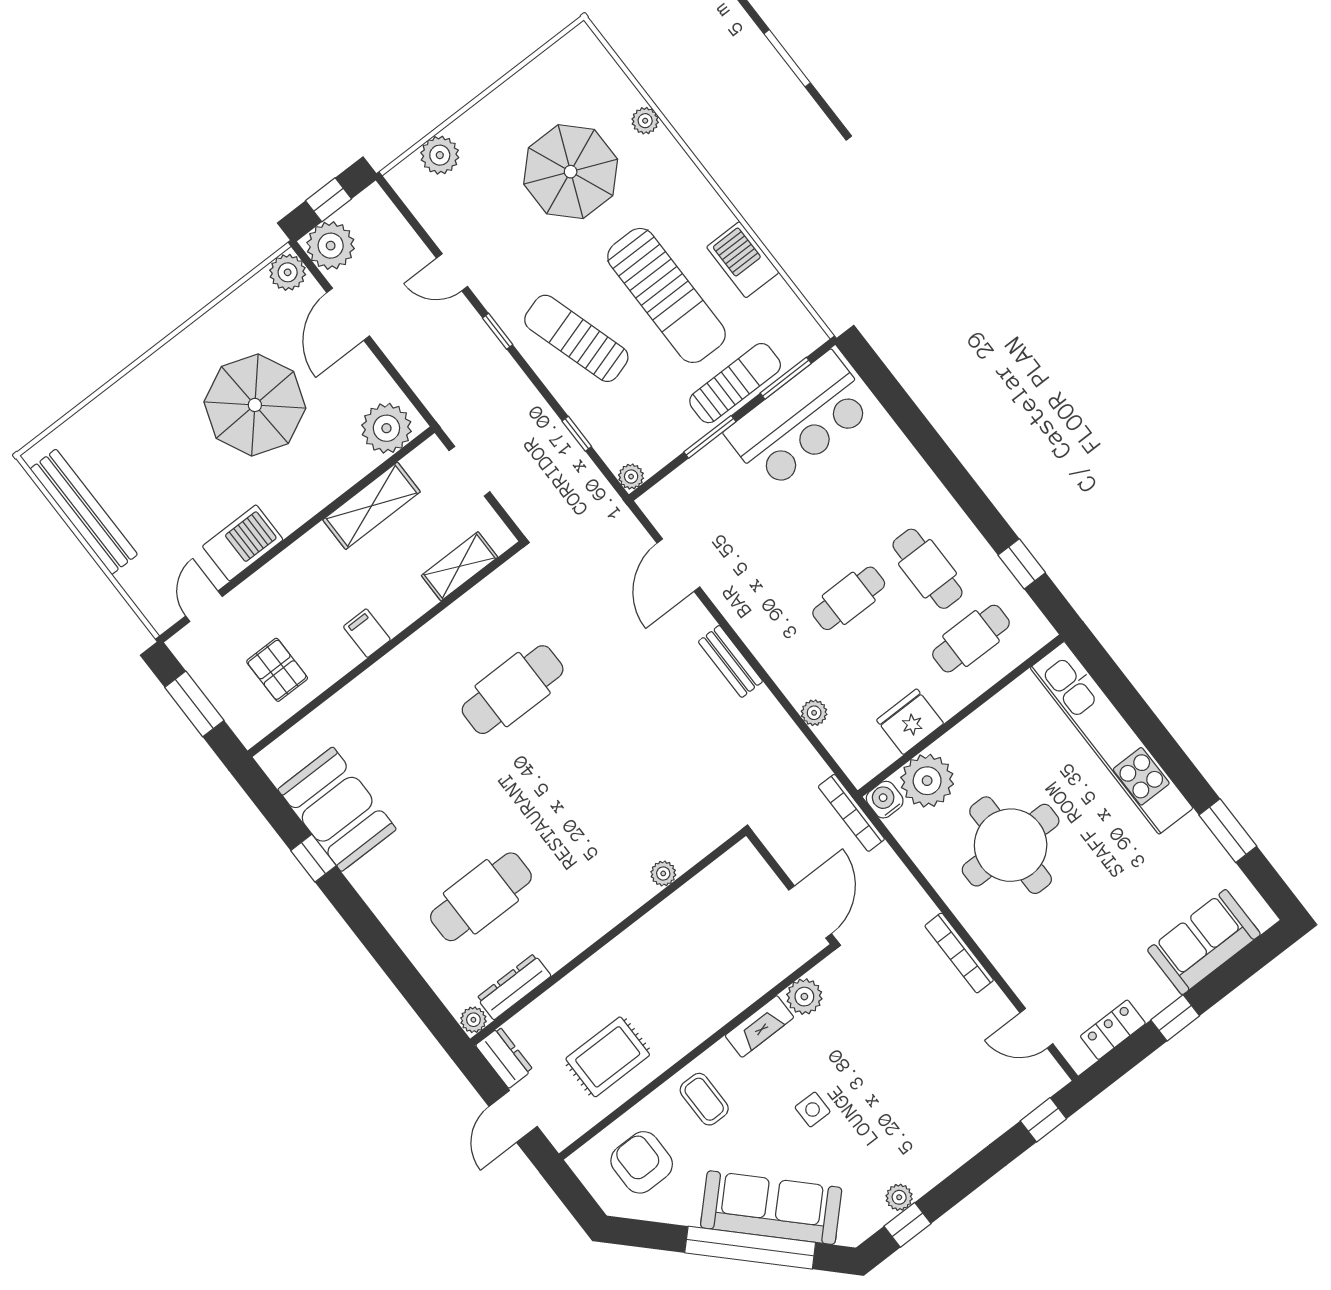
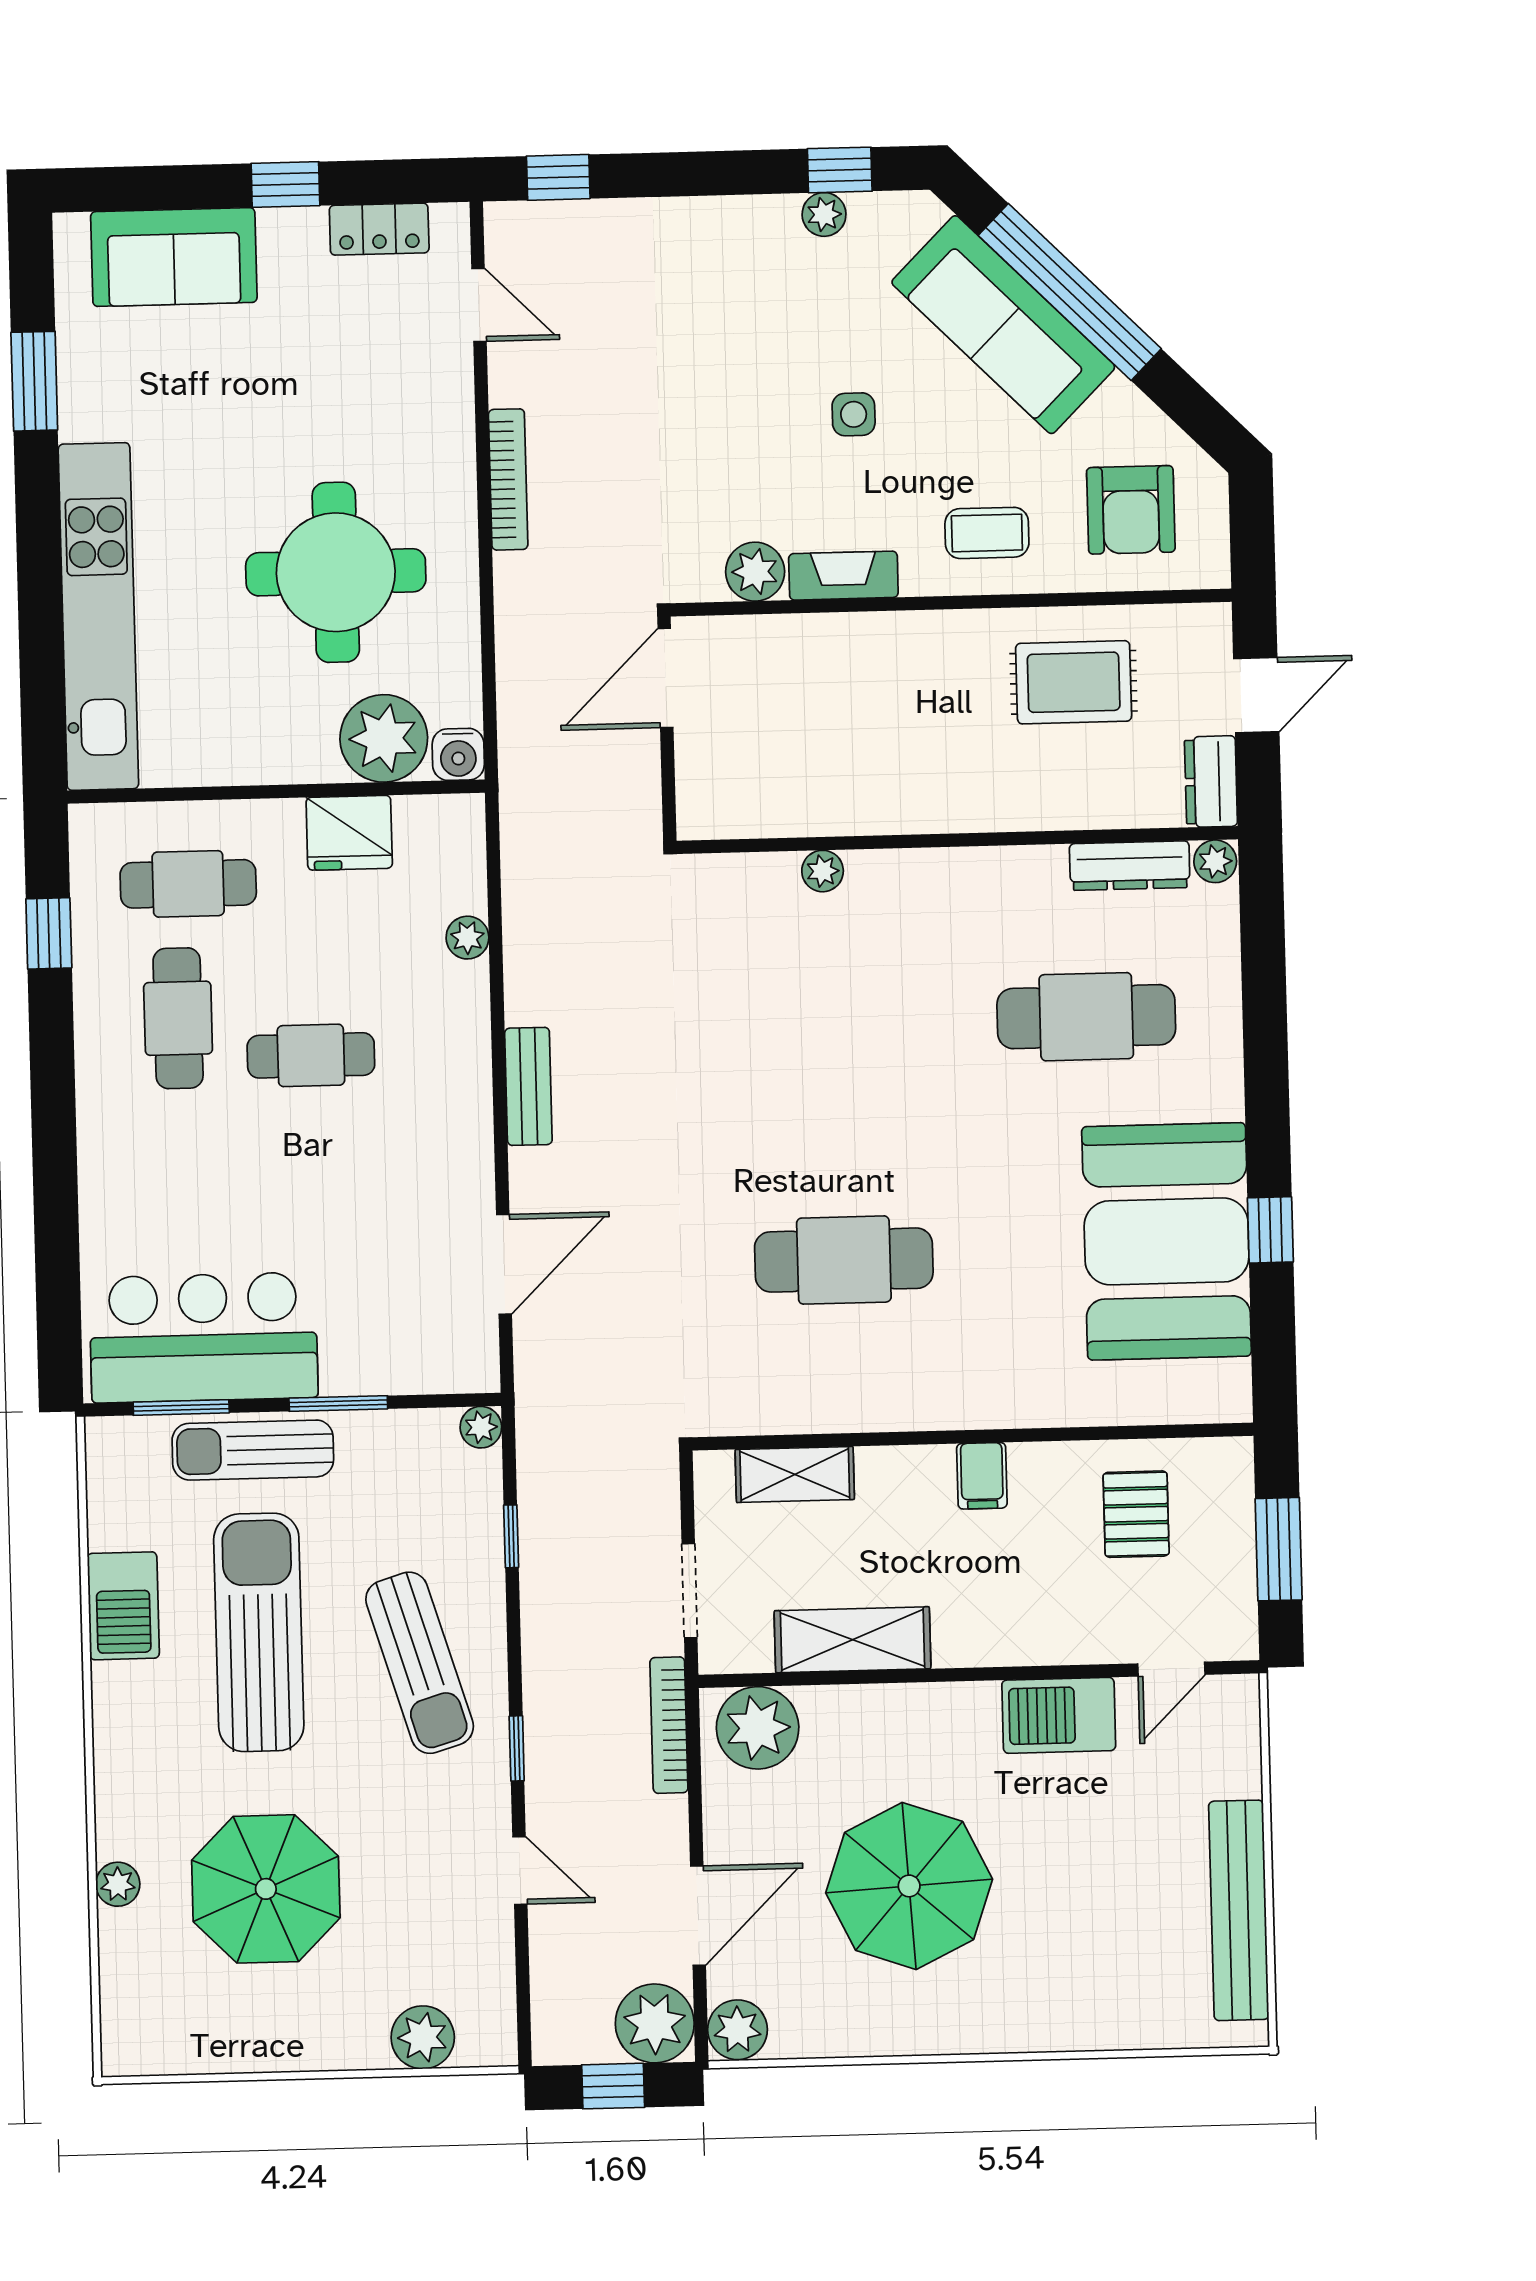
booth: (337, 809) -> (1167, 1241), width x1.36, depth x1.42
bookcase: (851, 813) -> (669, 1725), moved, turned 180
coffee table: (704, 1099) -> (987, 533), turned 90

